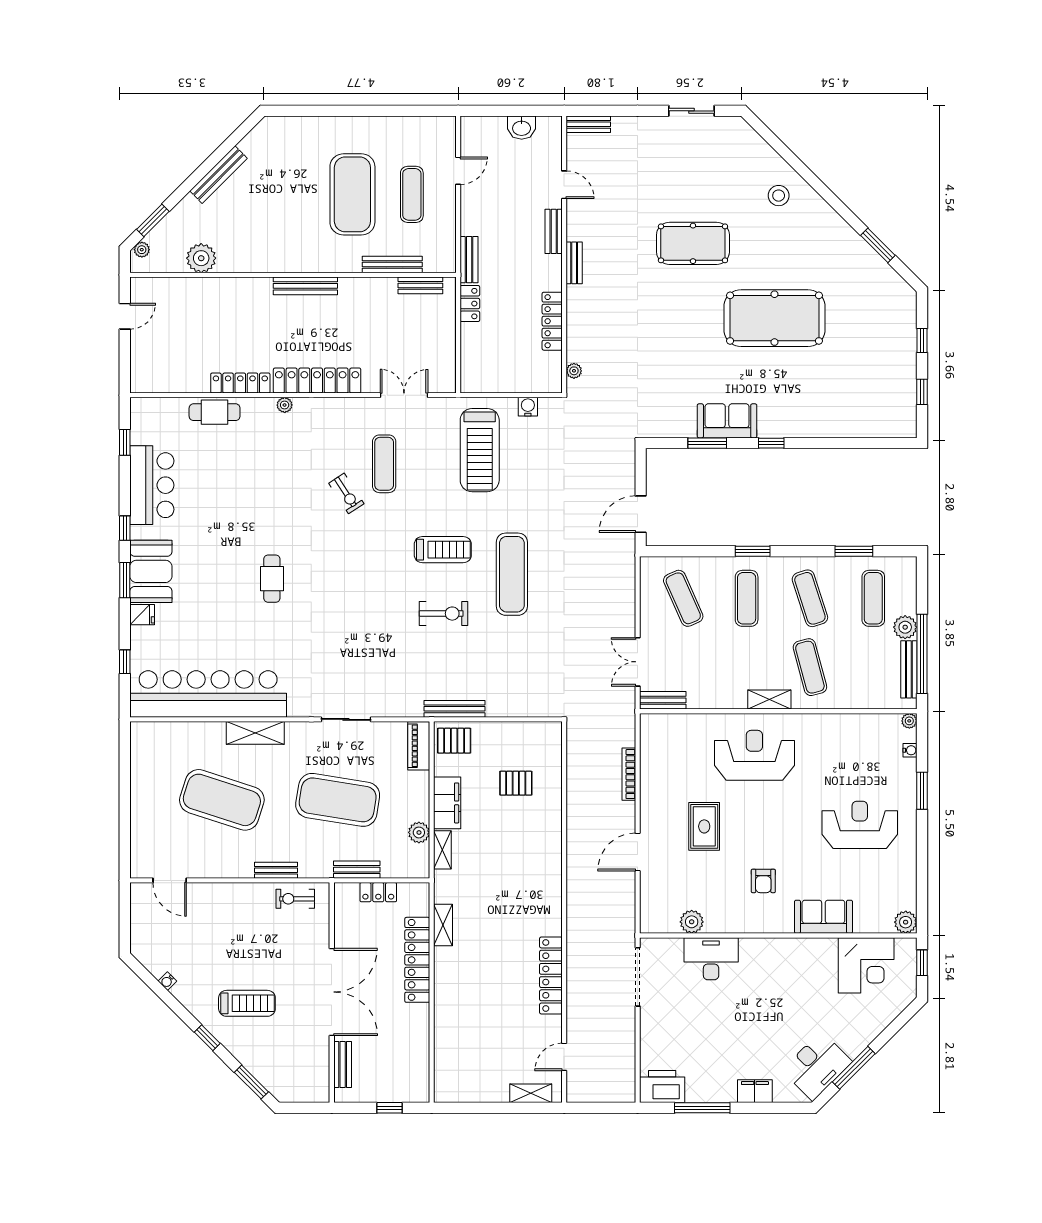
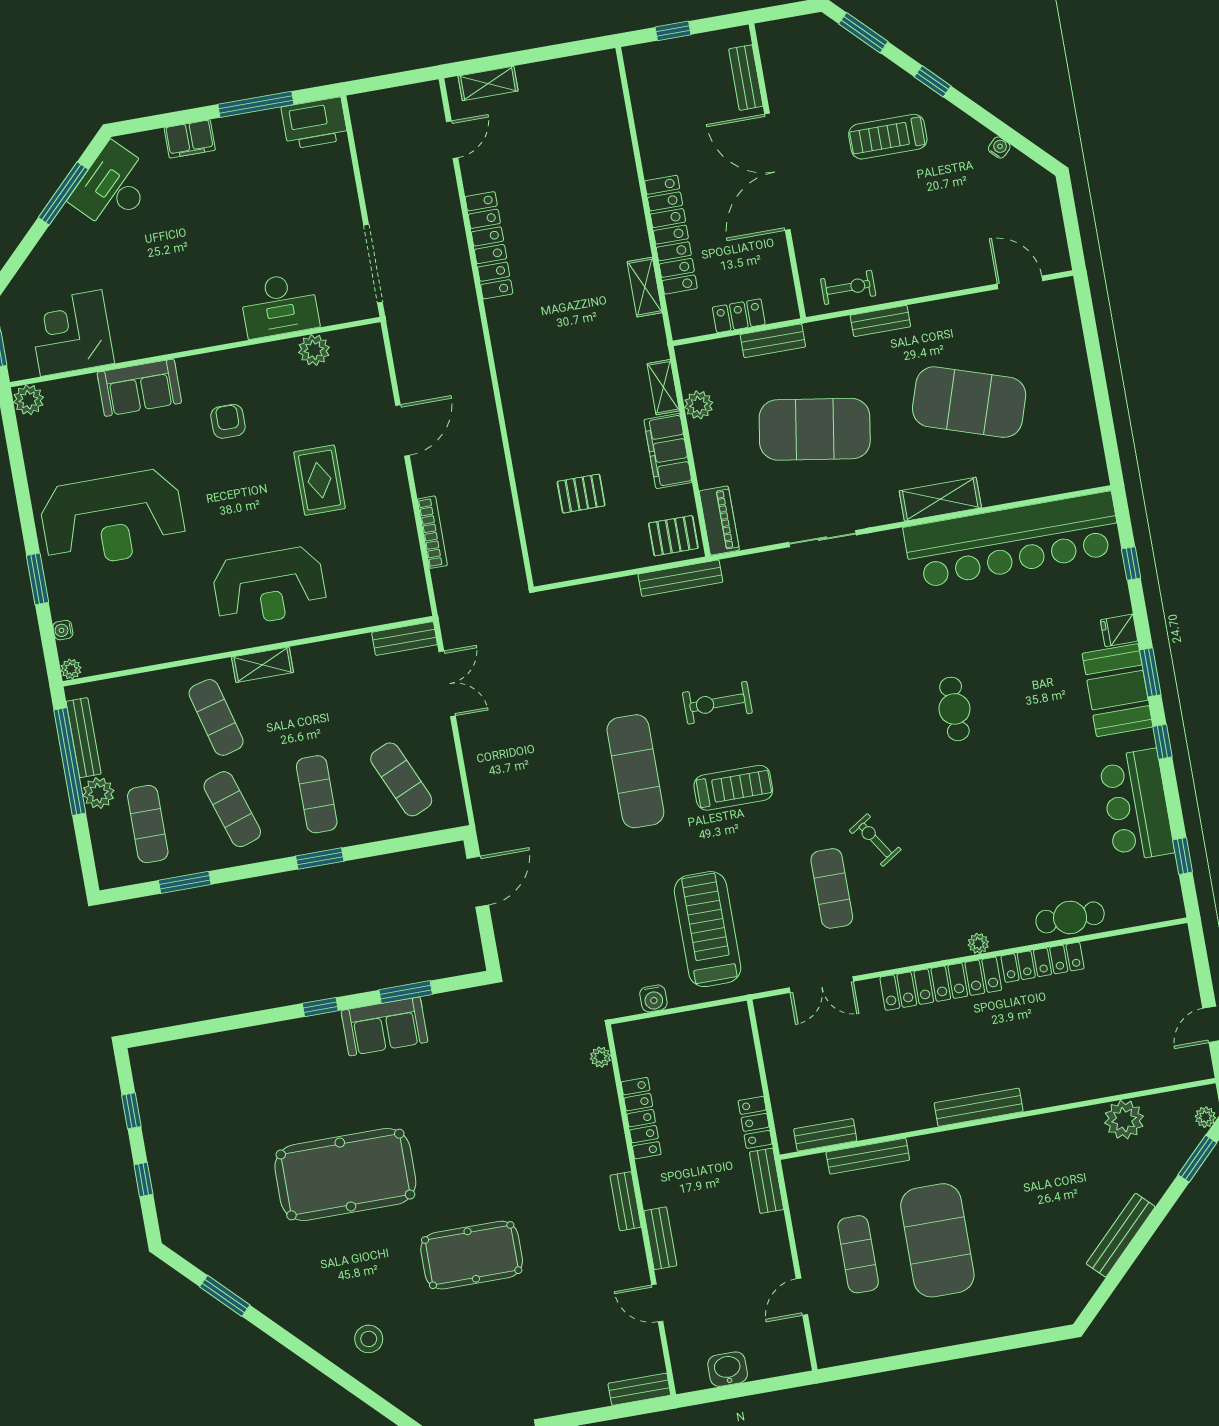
treadmill: (443, 550) -> (733, 788), turned 180
reception desk: (860, 825) -> (113, 519), width x1.36, depth x1.30

